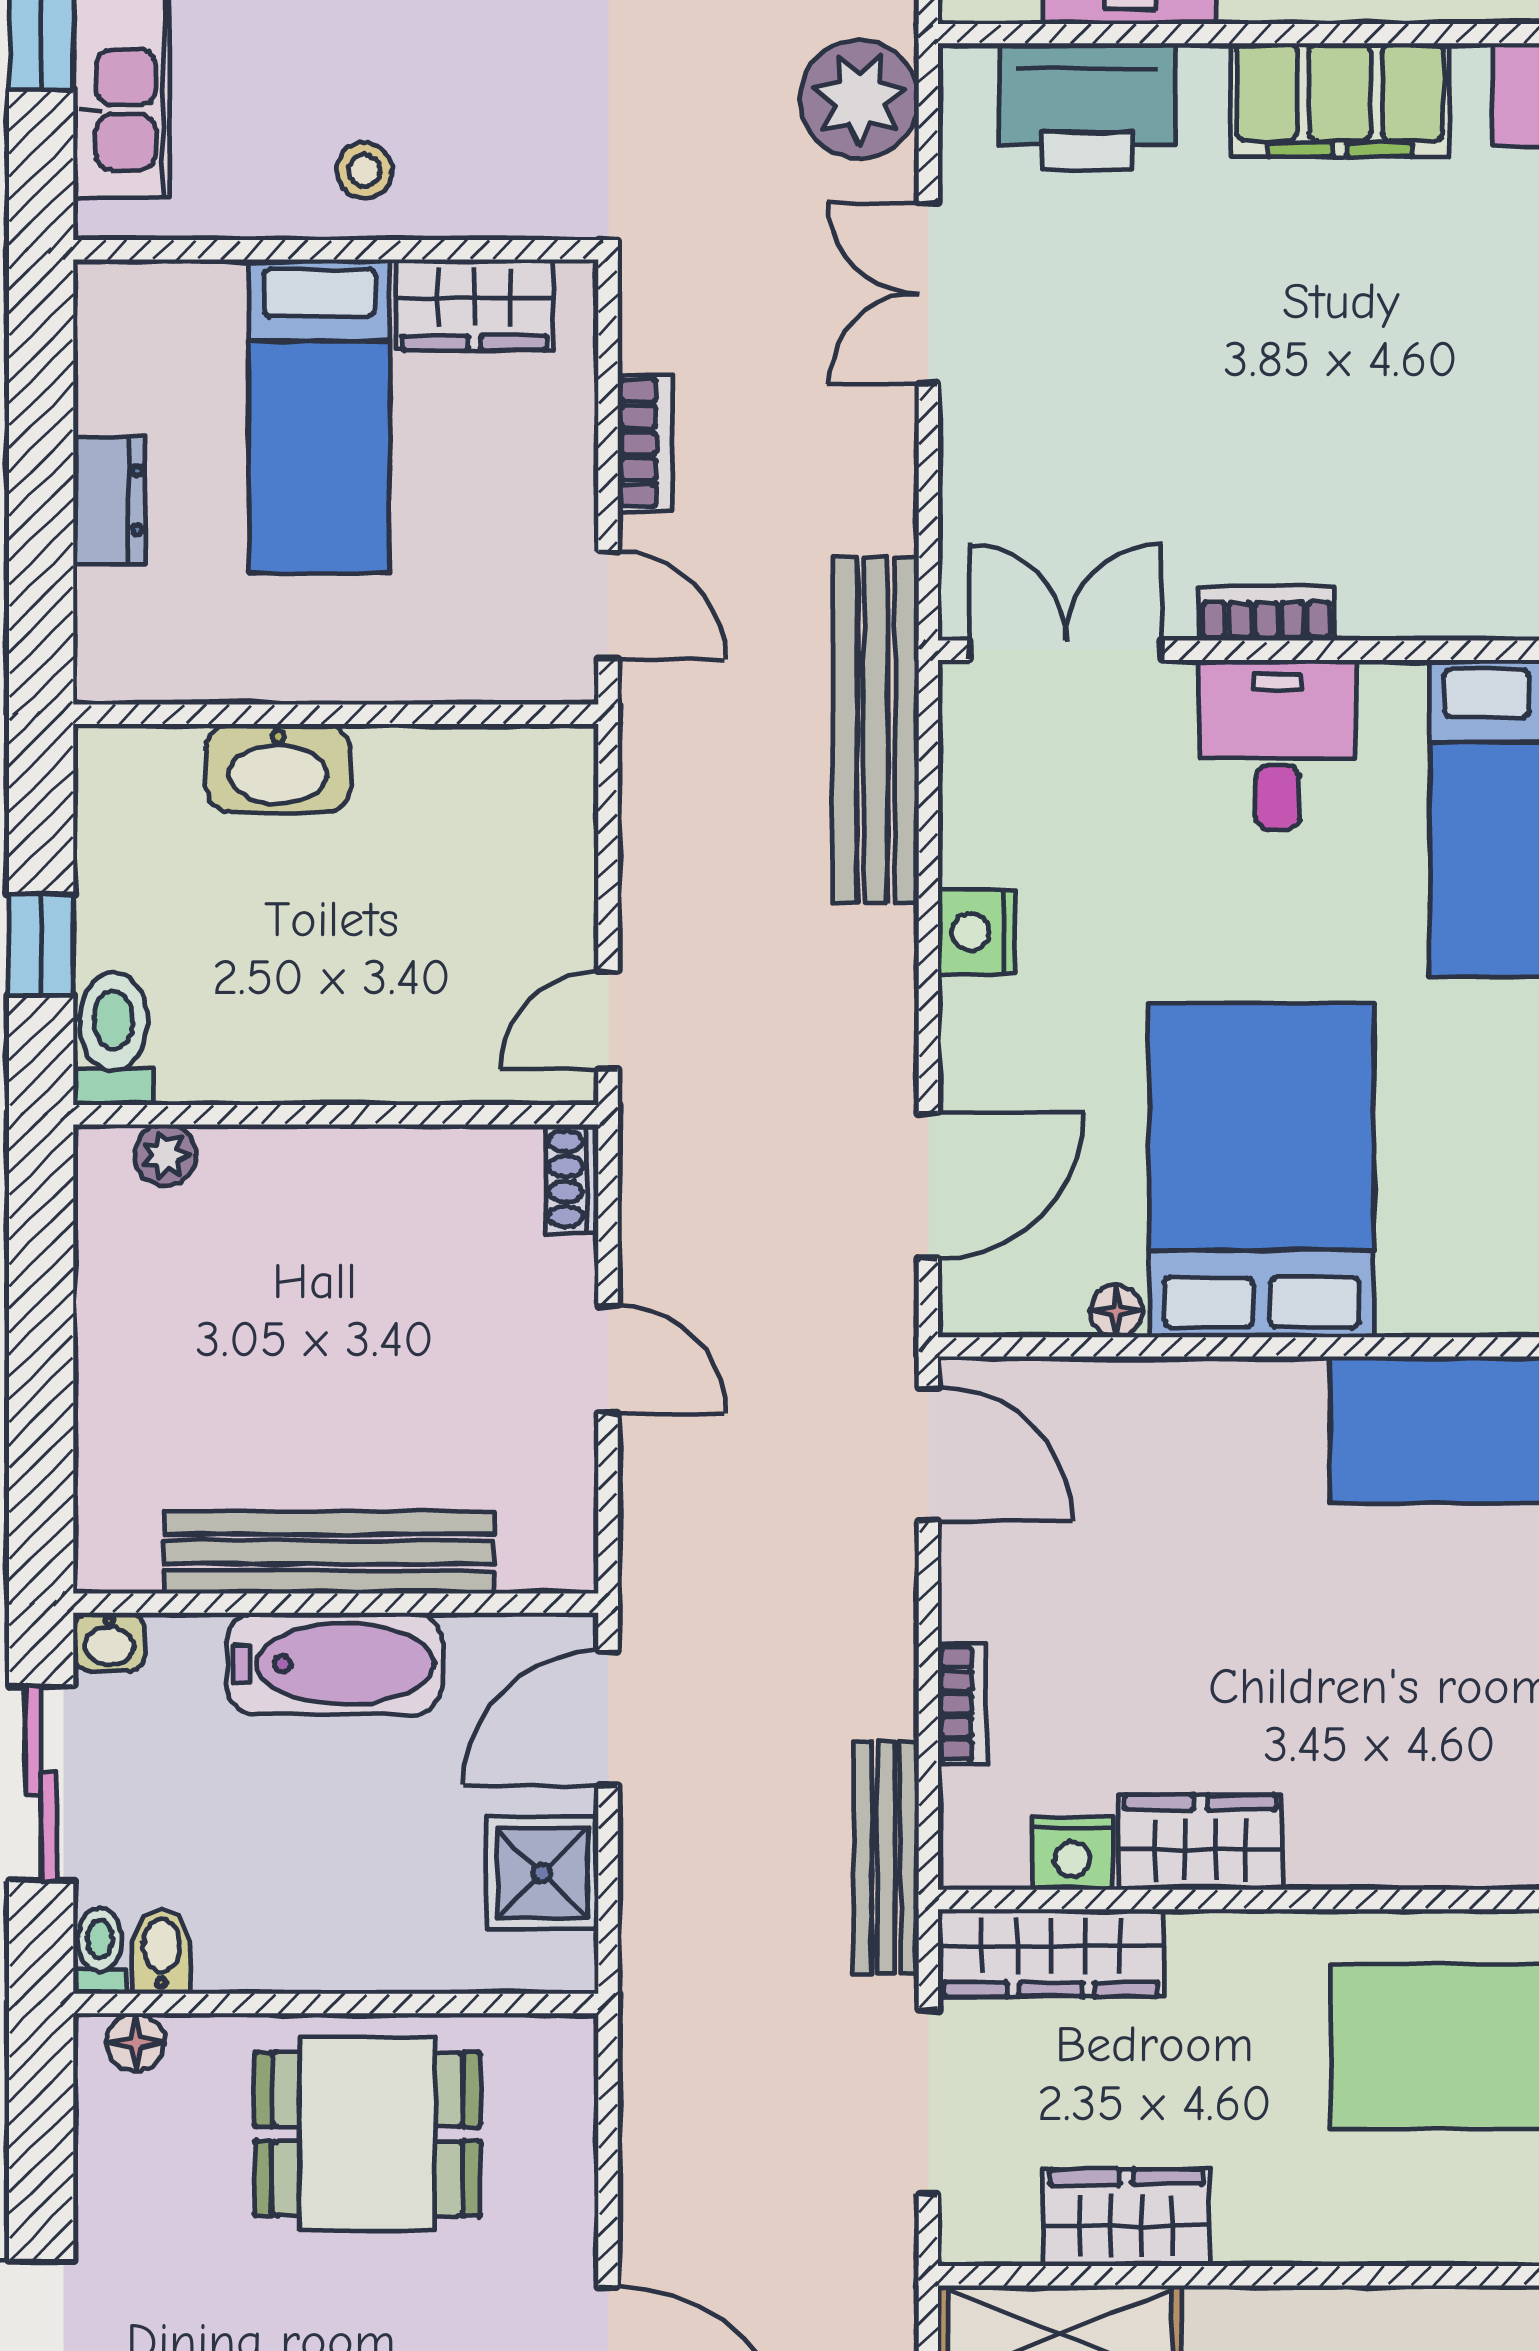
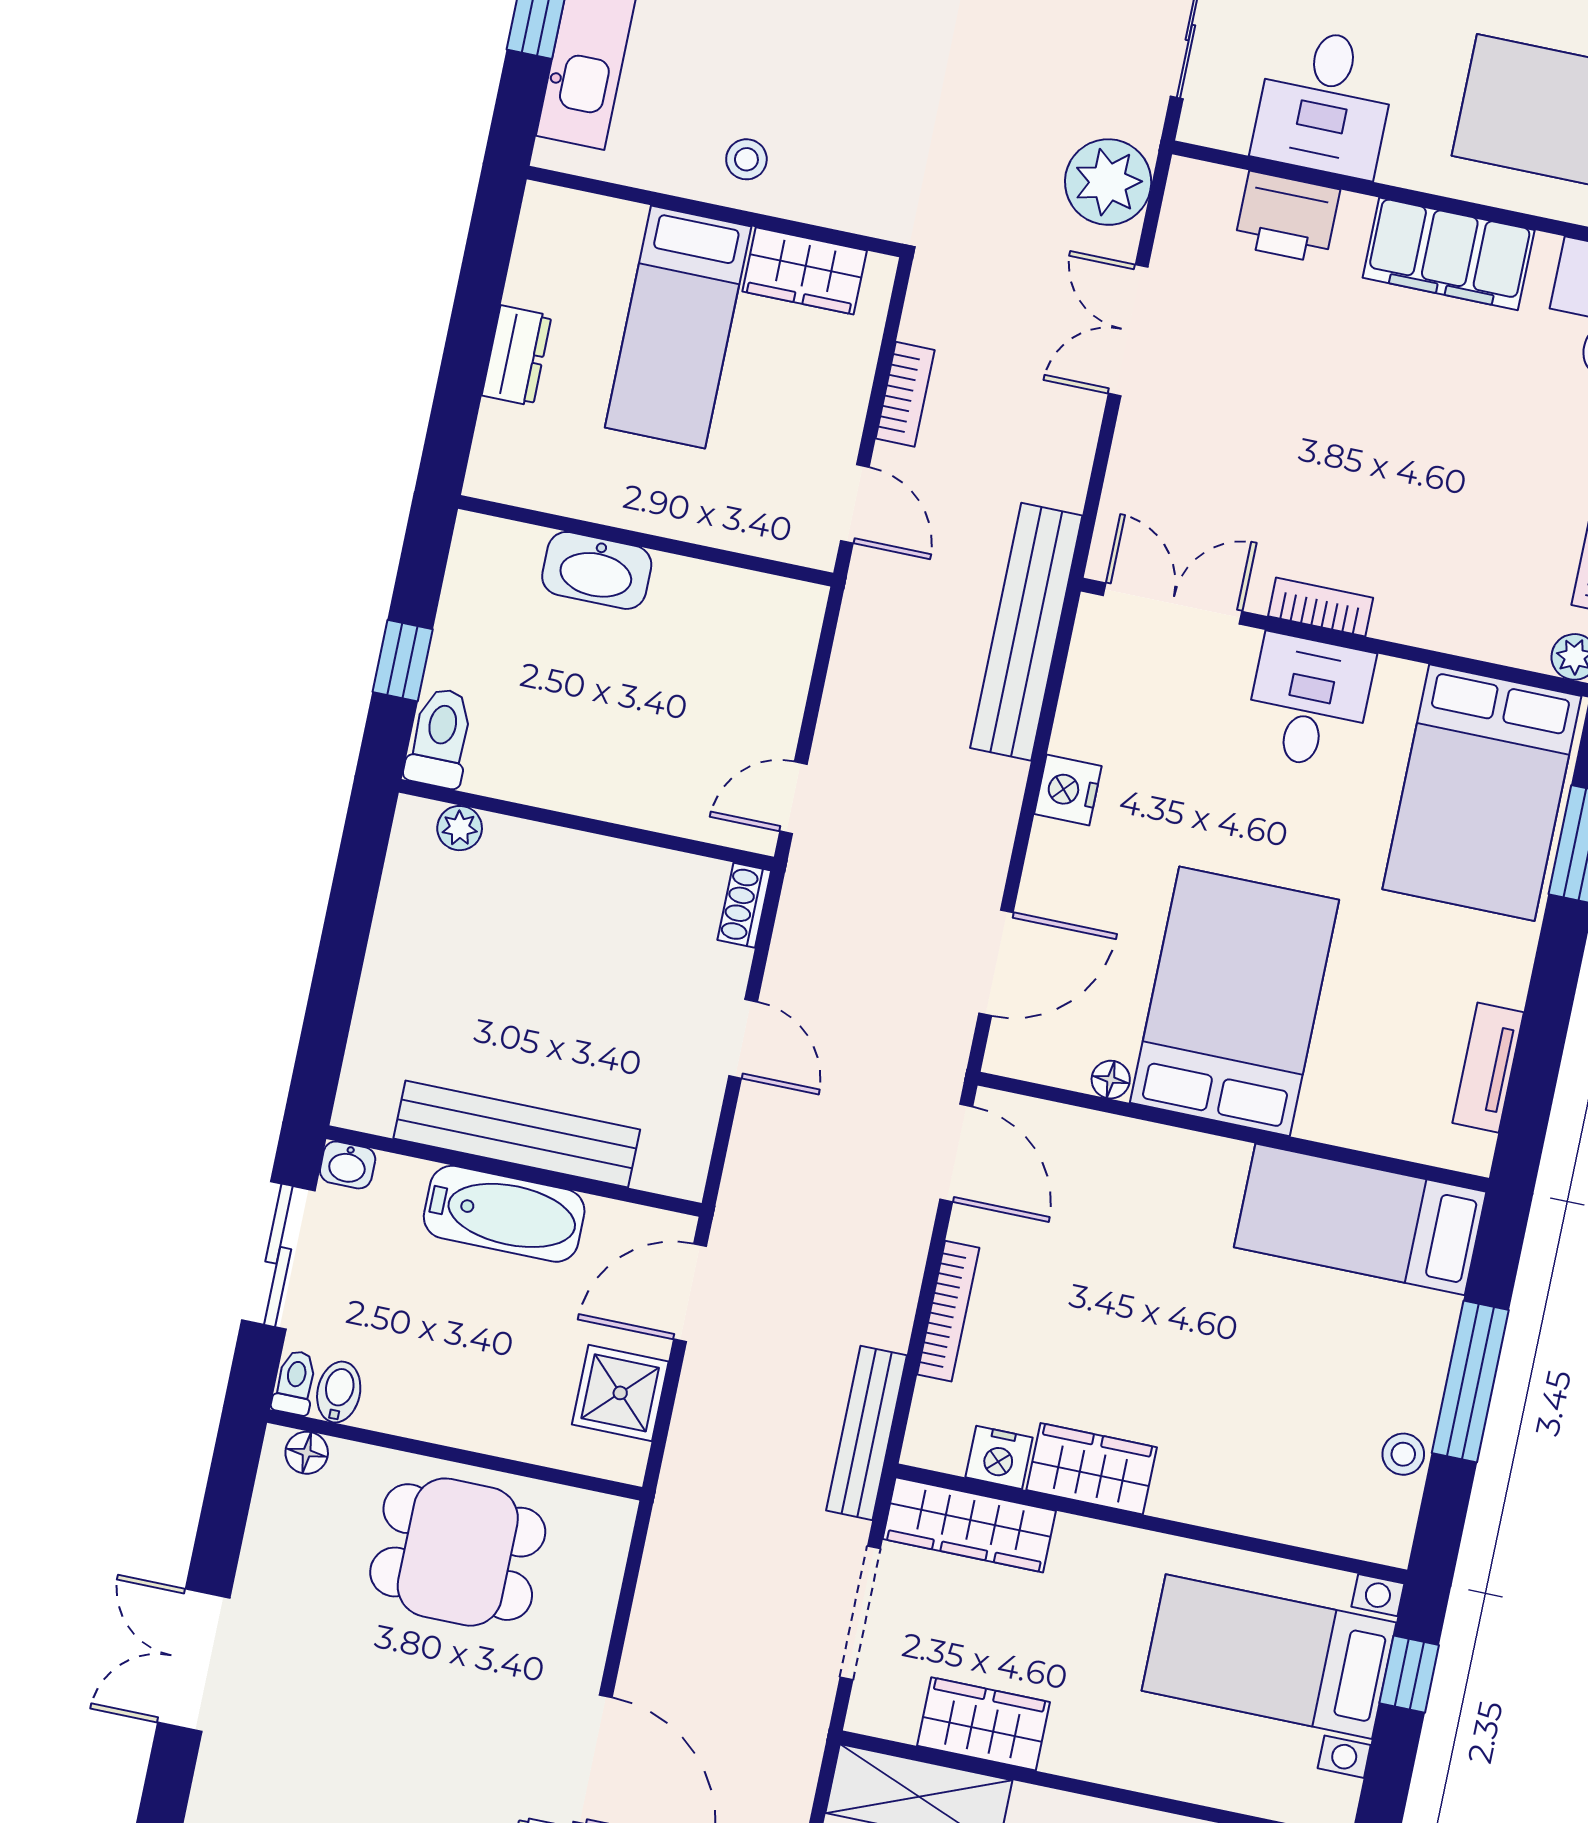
printer: (1087, 107) -> (1287, 217), width x0.73, depth x0.84
bookcase: (962, 1704) -> (948, 1311), width x1.56

